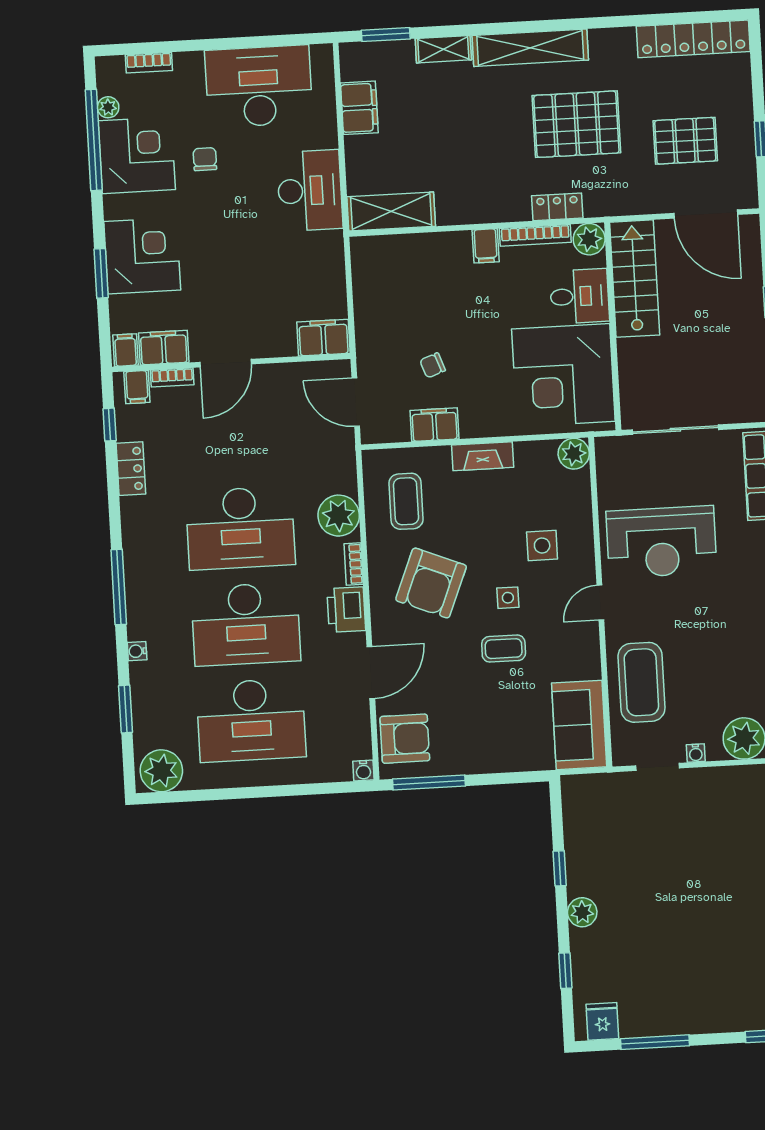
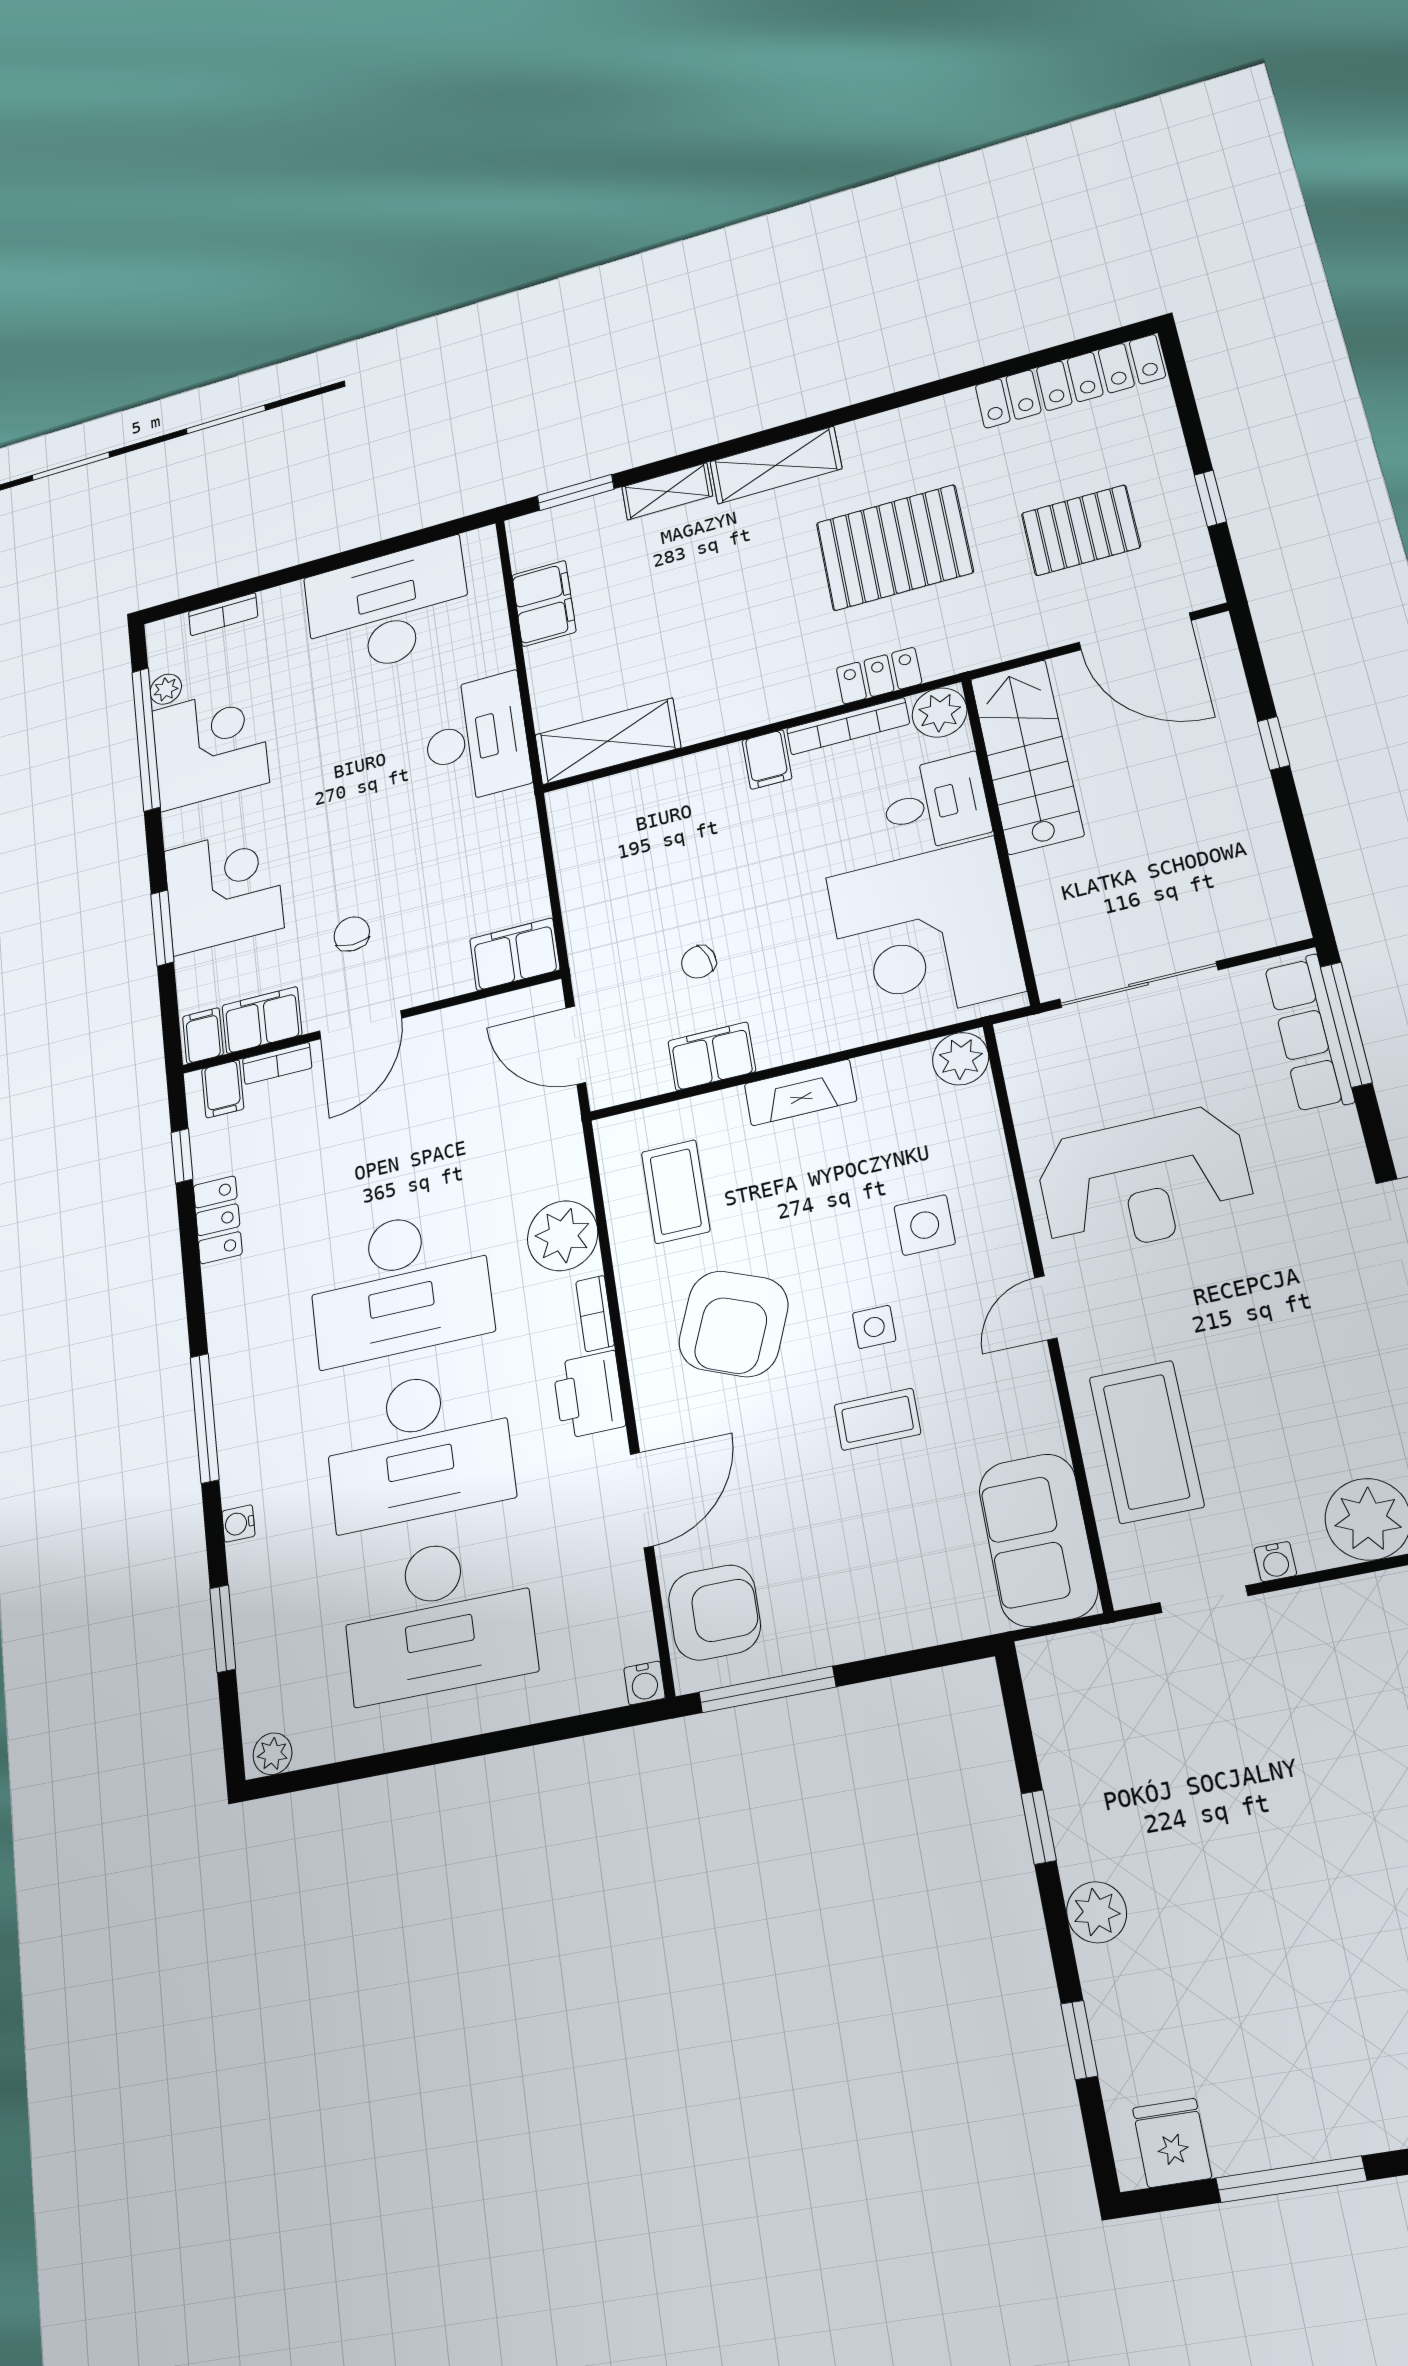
shelving: (530, 48) -> (776, 465), width x0.68
chair: (205, 159) -> (352, 934), moved
plant: (161, 771) -> (273, 1754), width x0.53, depth x0.53

